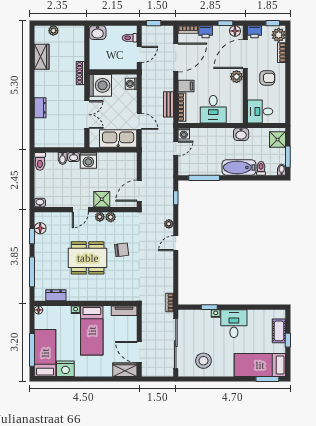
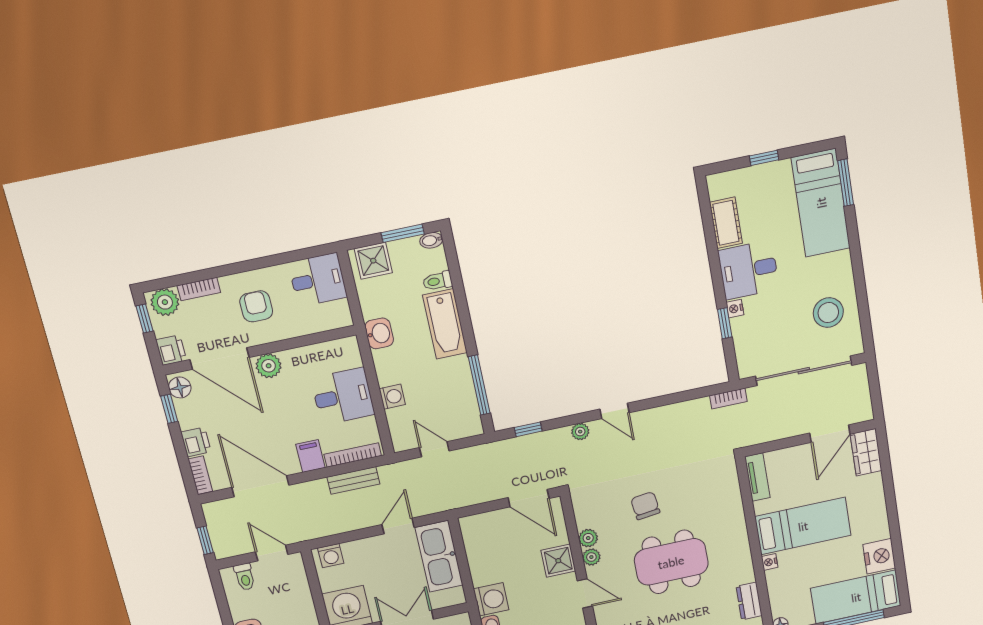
desk: (260, 111) -> (318, 280), moved, turned -90
washing machine: (184, 133) -> (392, 397), moved
dining table: (88, 258) -> (671, 562), turned 90
cot: (279, 331) -> (726, 223), moved, turned 90

